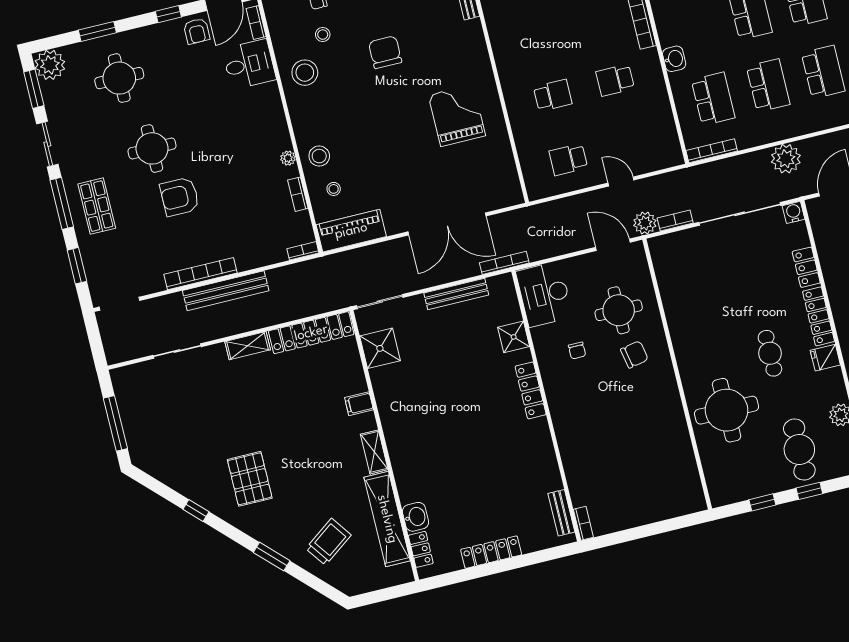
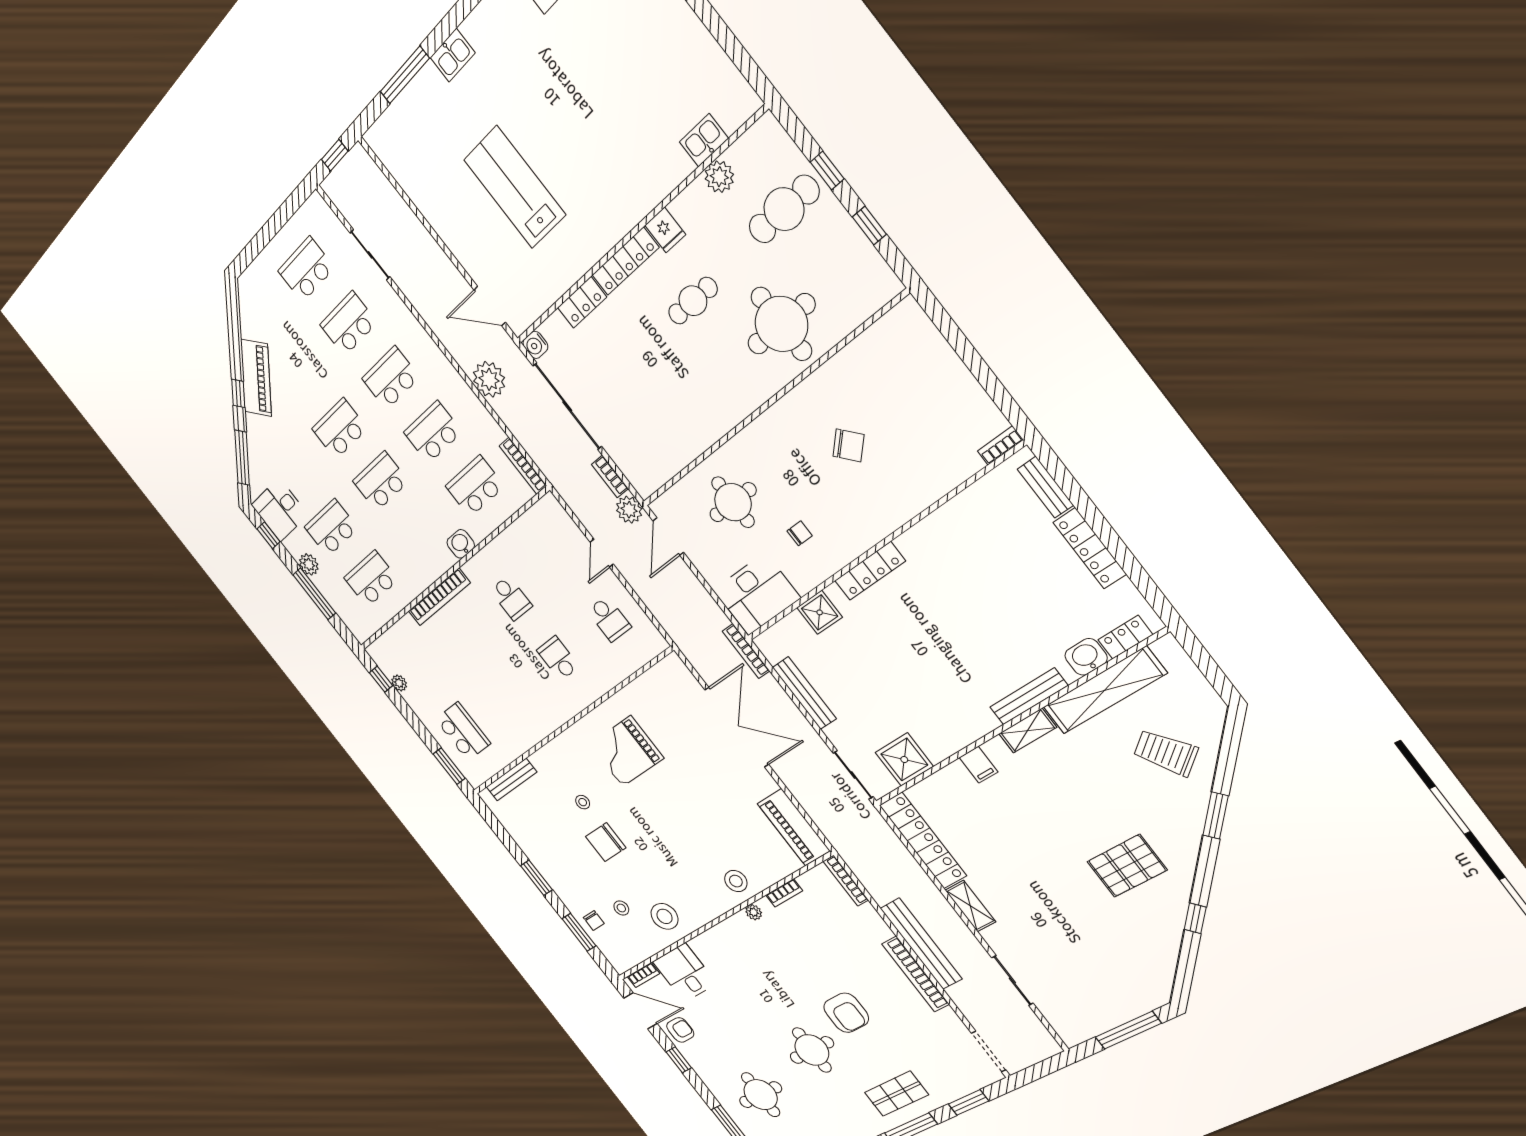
stool: (334, 189) -> (583, 802), moved
bookcase: (303, 251) -> (846, 881), width x1.56
chair: (634, 354) -> (848, 445), moved, turned 148
bench: (400, 464) -> (1029, 696), added
bench: (561, 513) -> (1045, 487), moved, turned 90

